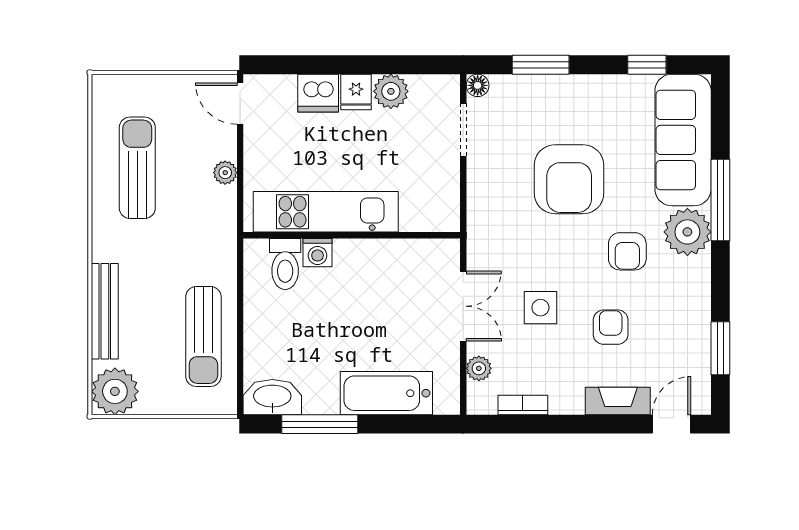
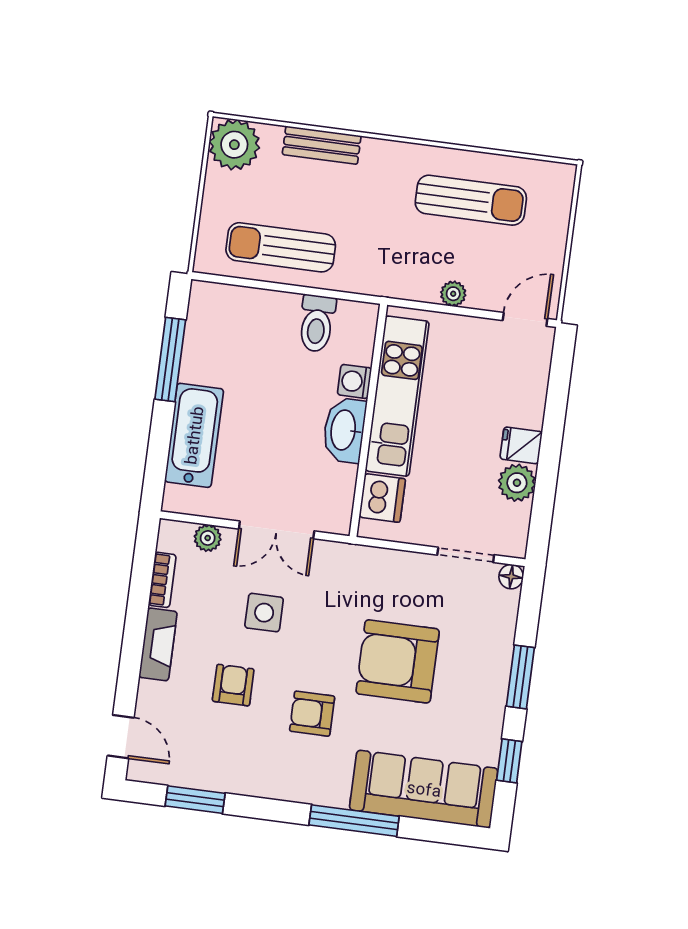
window: (541, 65) -> (520, 677), moved
dishwasher: (318, 93) -> (382, 498), moved, turned 180
plant: (687, 232) -> (324, 781), removed
toilet: (285, 264) -> (317, 323), moved, turned -90
bench: (105, 311) -> (322, 145), width x0.73
armchair: (611, 327) -> (233, 685), turned -90
washbasin: (272, 397) -> (344, 430), moved, turned 180
fireplace: (618, 401) -> (158, 644), moved

